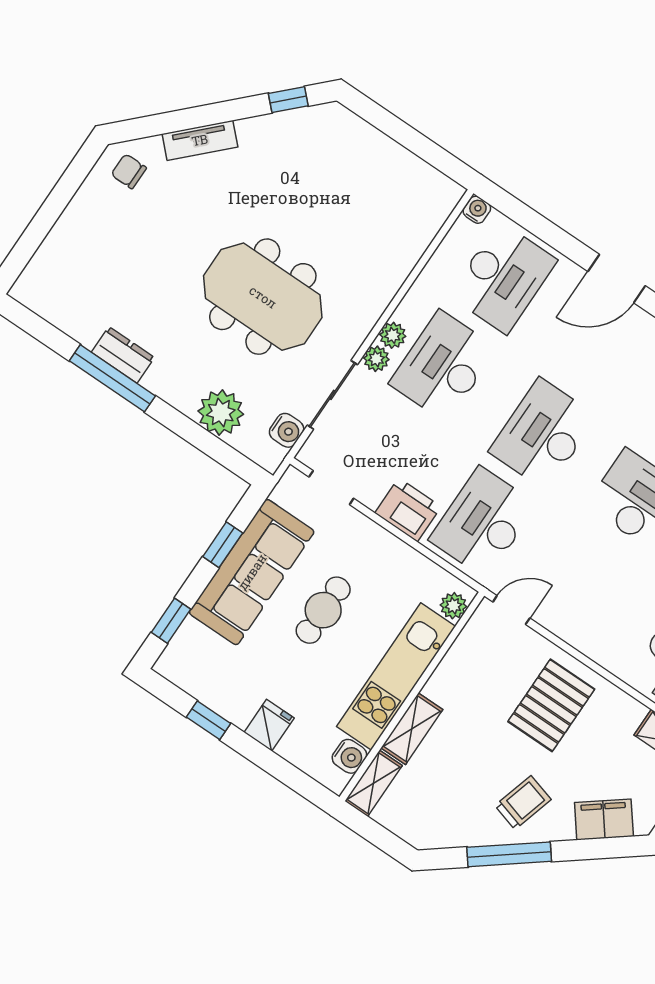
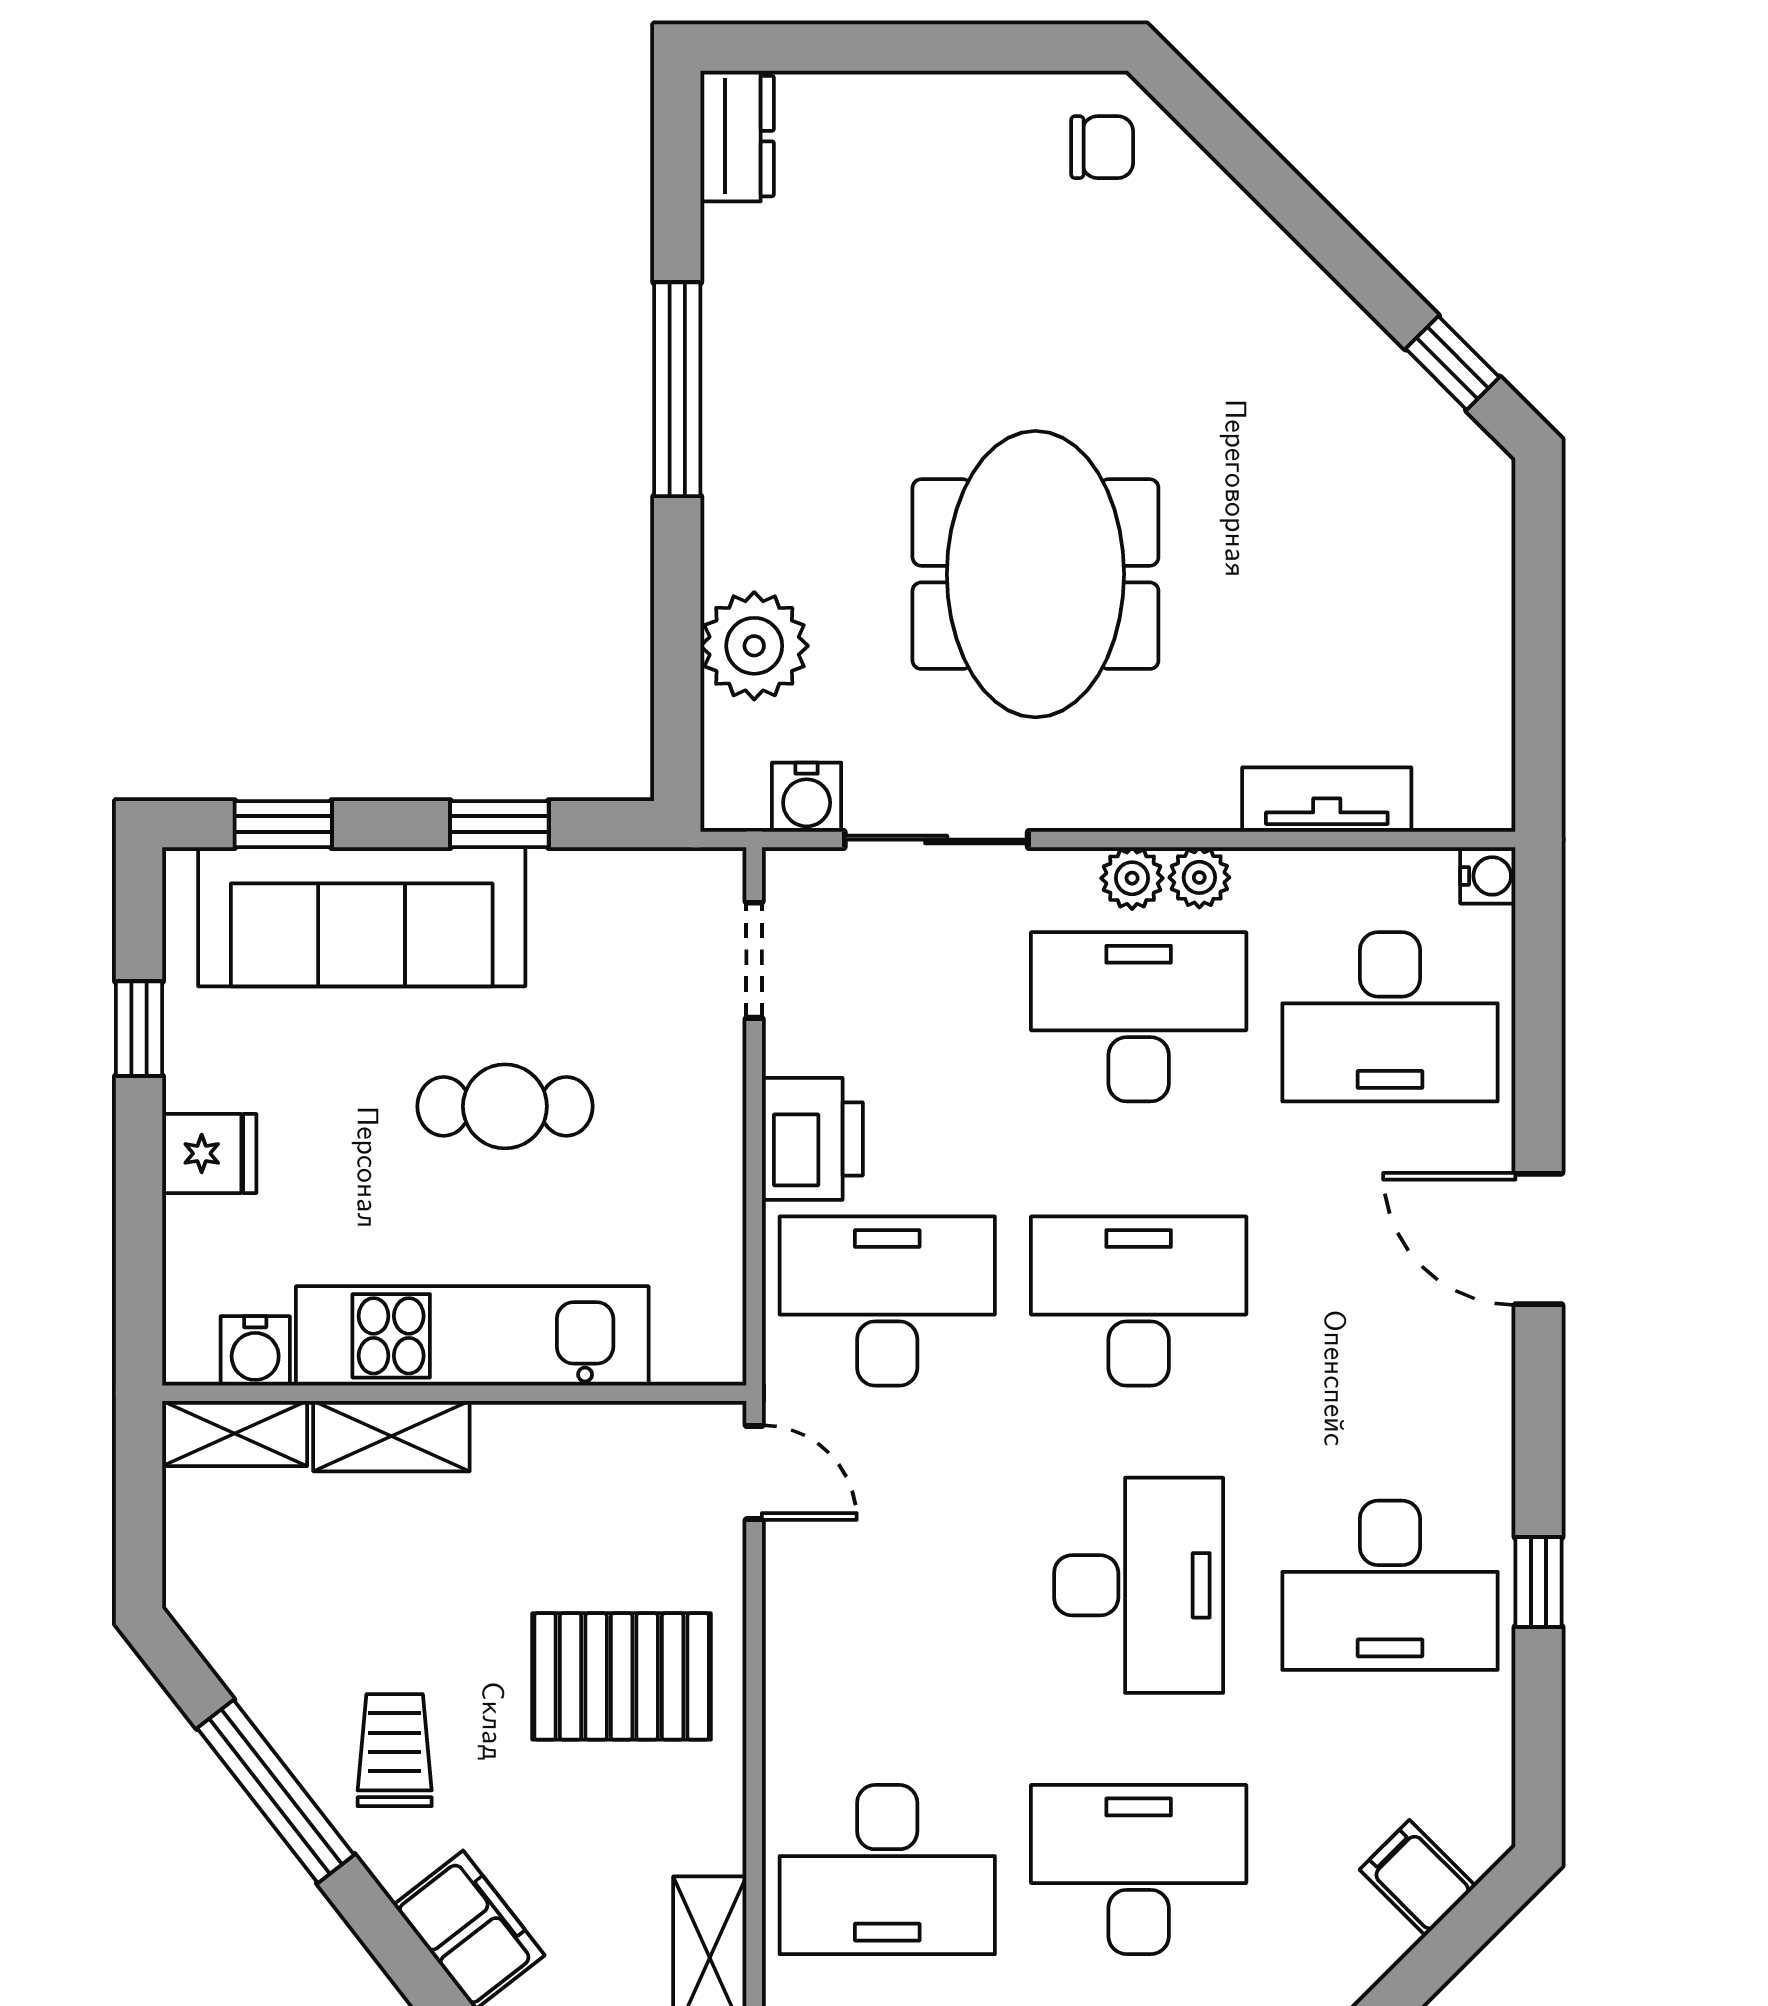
tv unit: (200, 140) -> (1327, 800), moved, turned 135
chair: (129, 171) -> (1102, 147), turned 90
dresser: (123, 355) -> (737, 136), moved
plant: (376, 359) -> (1199, 877), moved
sofa: (252, 572) -> (362, 917), moved
plant: (453, 606) -> (686, 1354), removed
trolley: (523, 803) -> (395, 1750), turned -106

